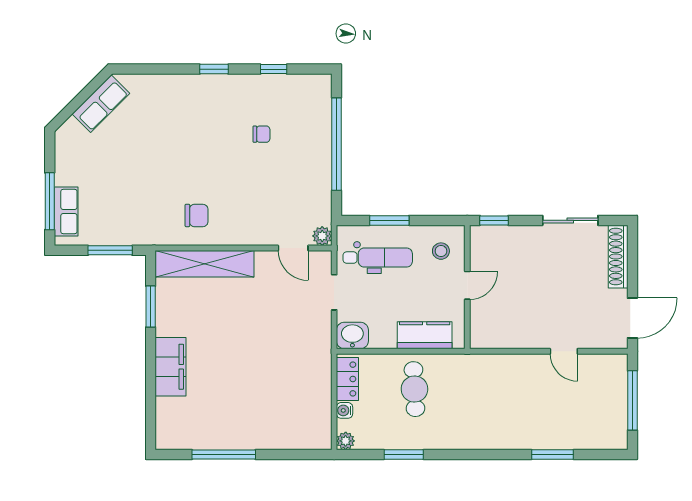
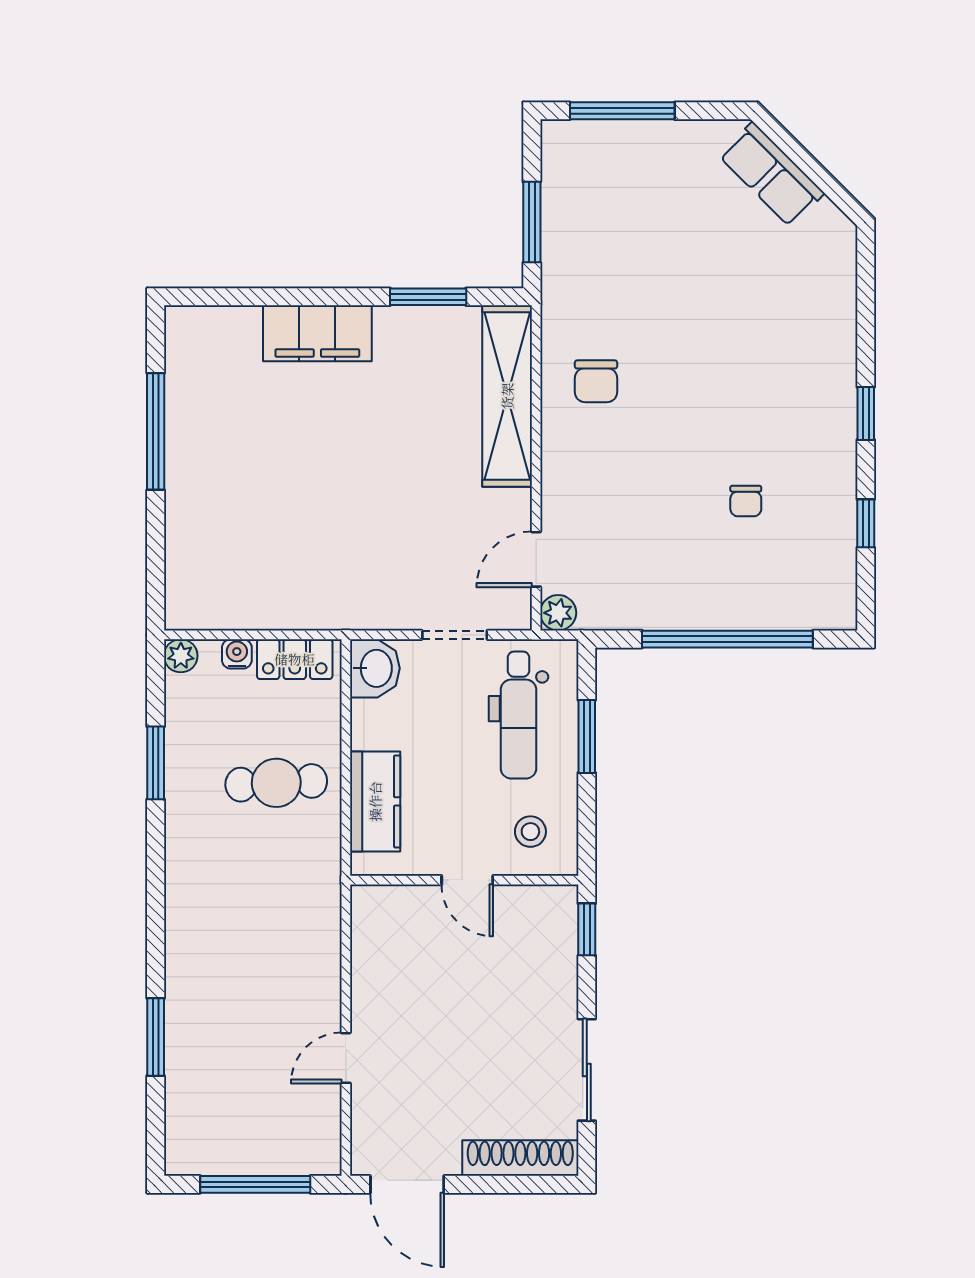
row of seats: (101, 104) -> (771, 175), moved
row of seats: (66, 212) -> (603, 141), removed

